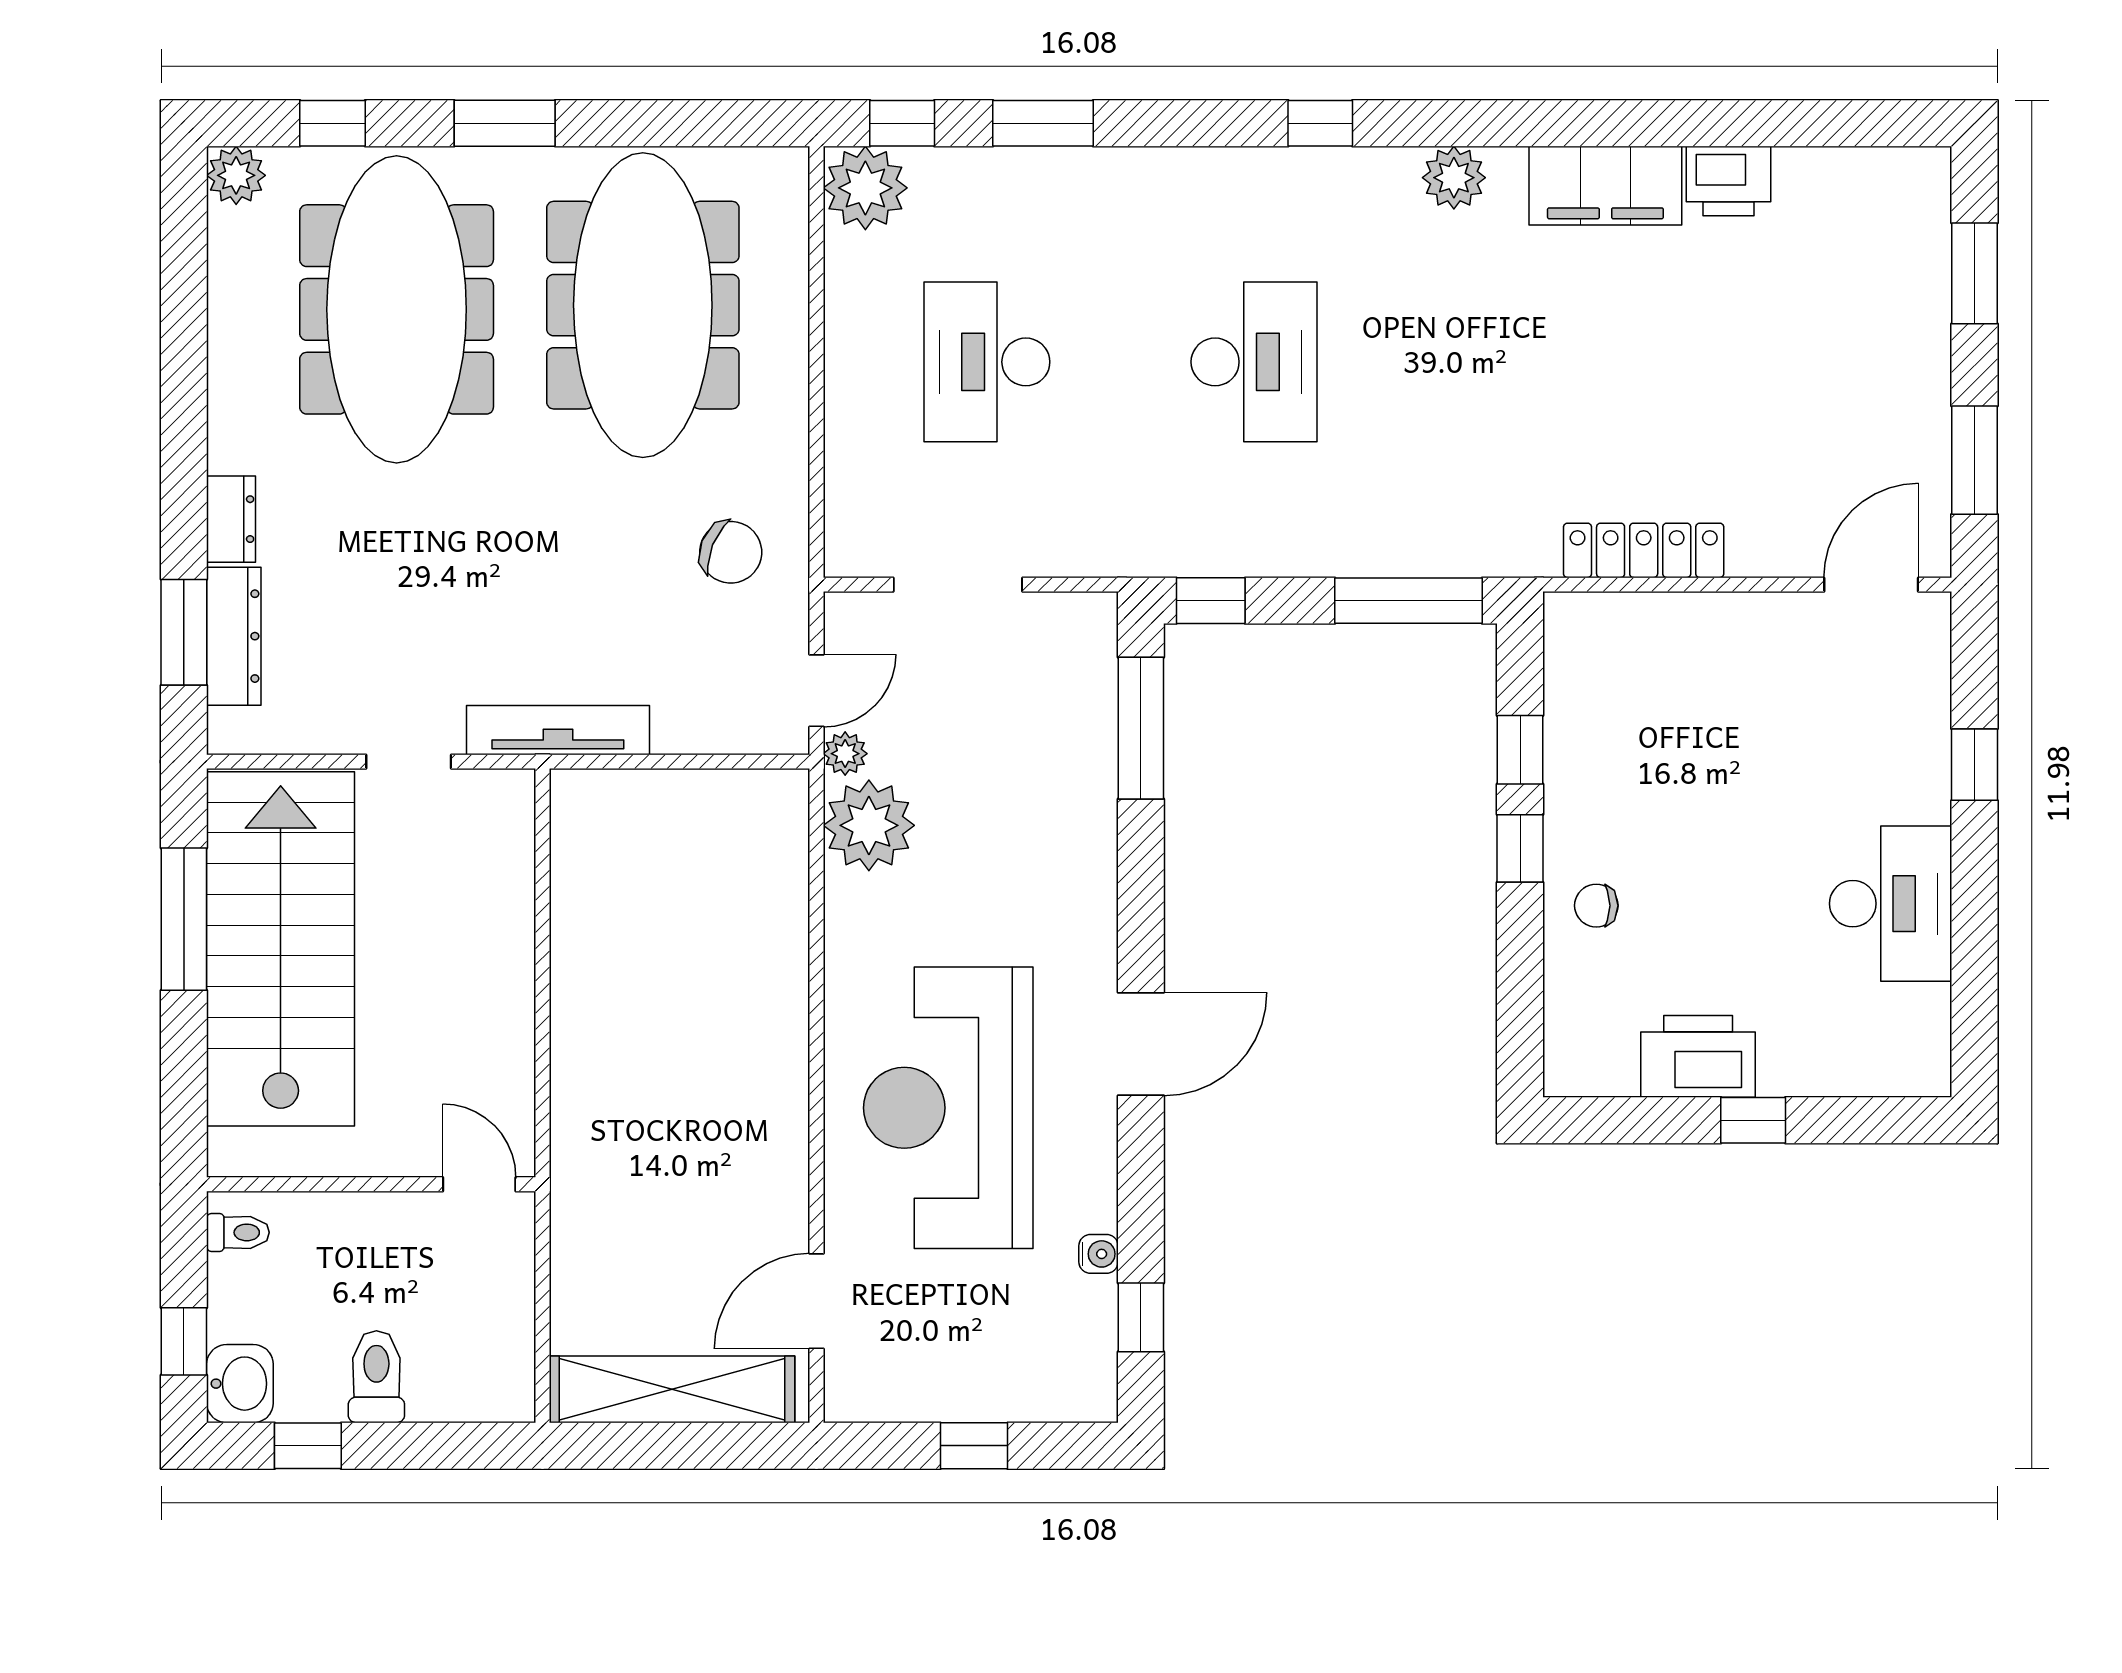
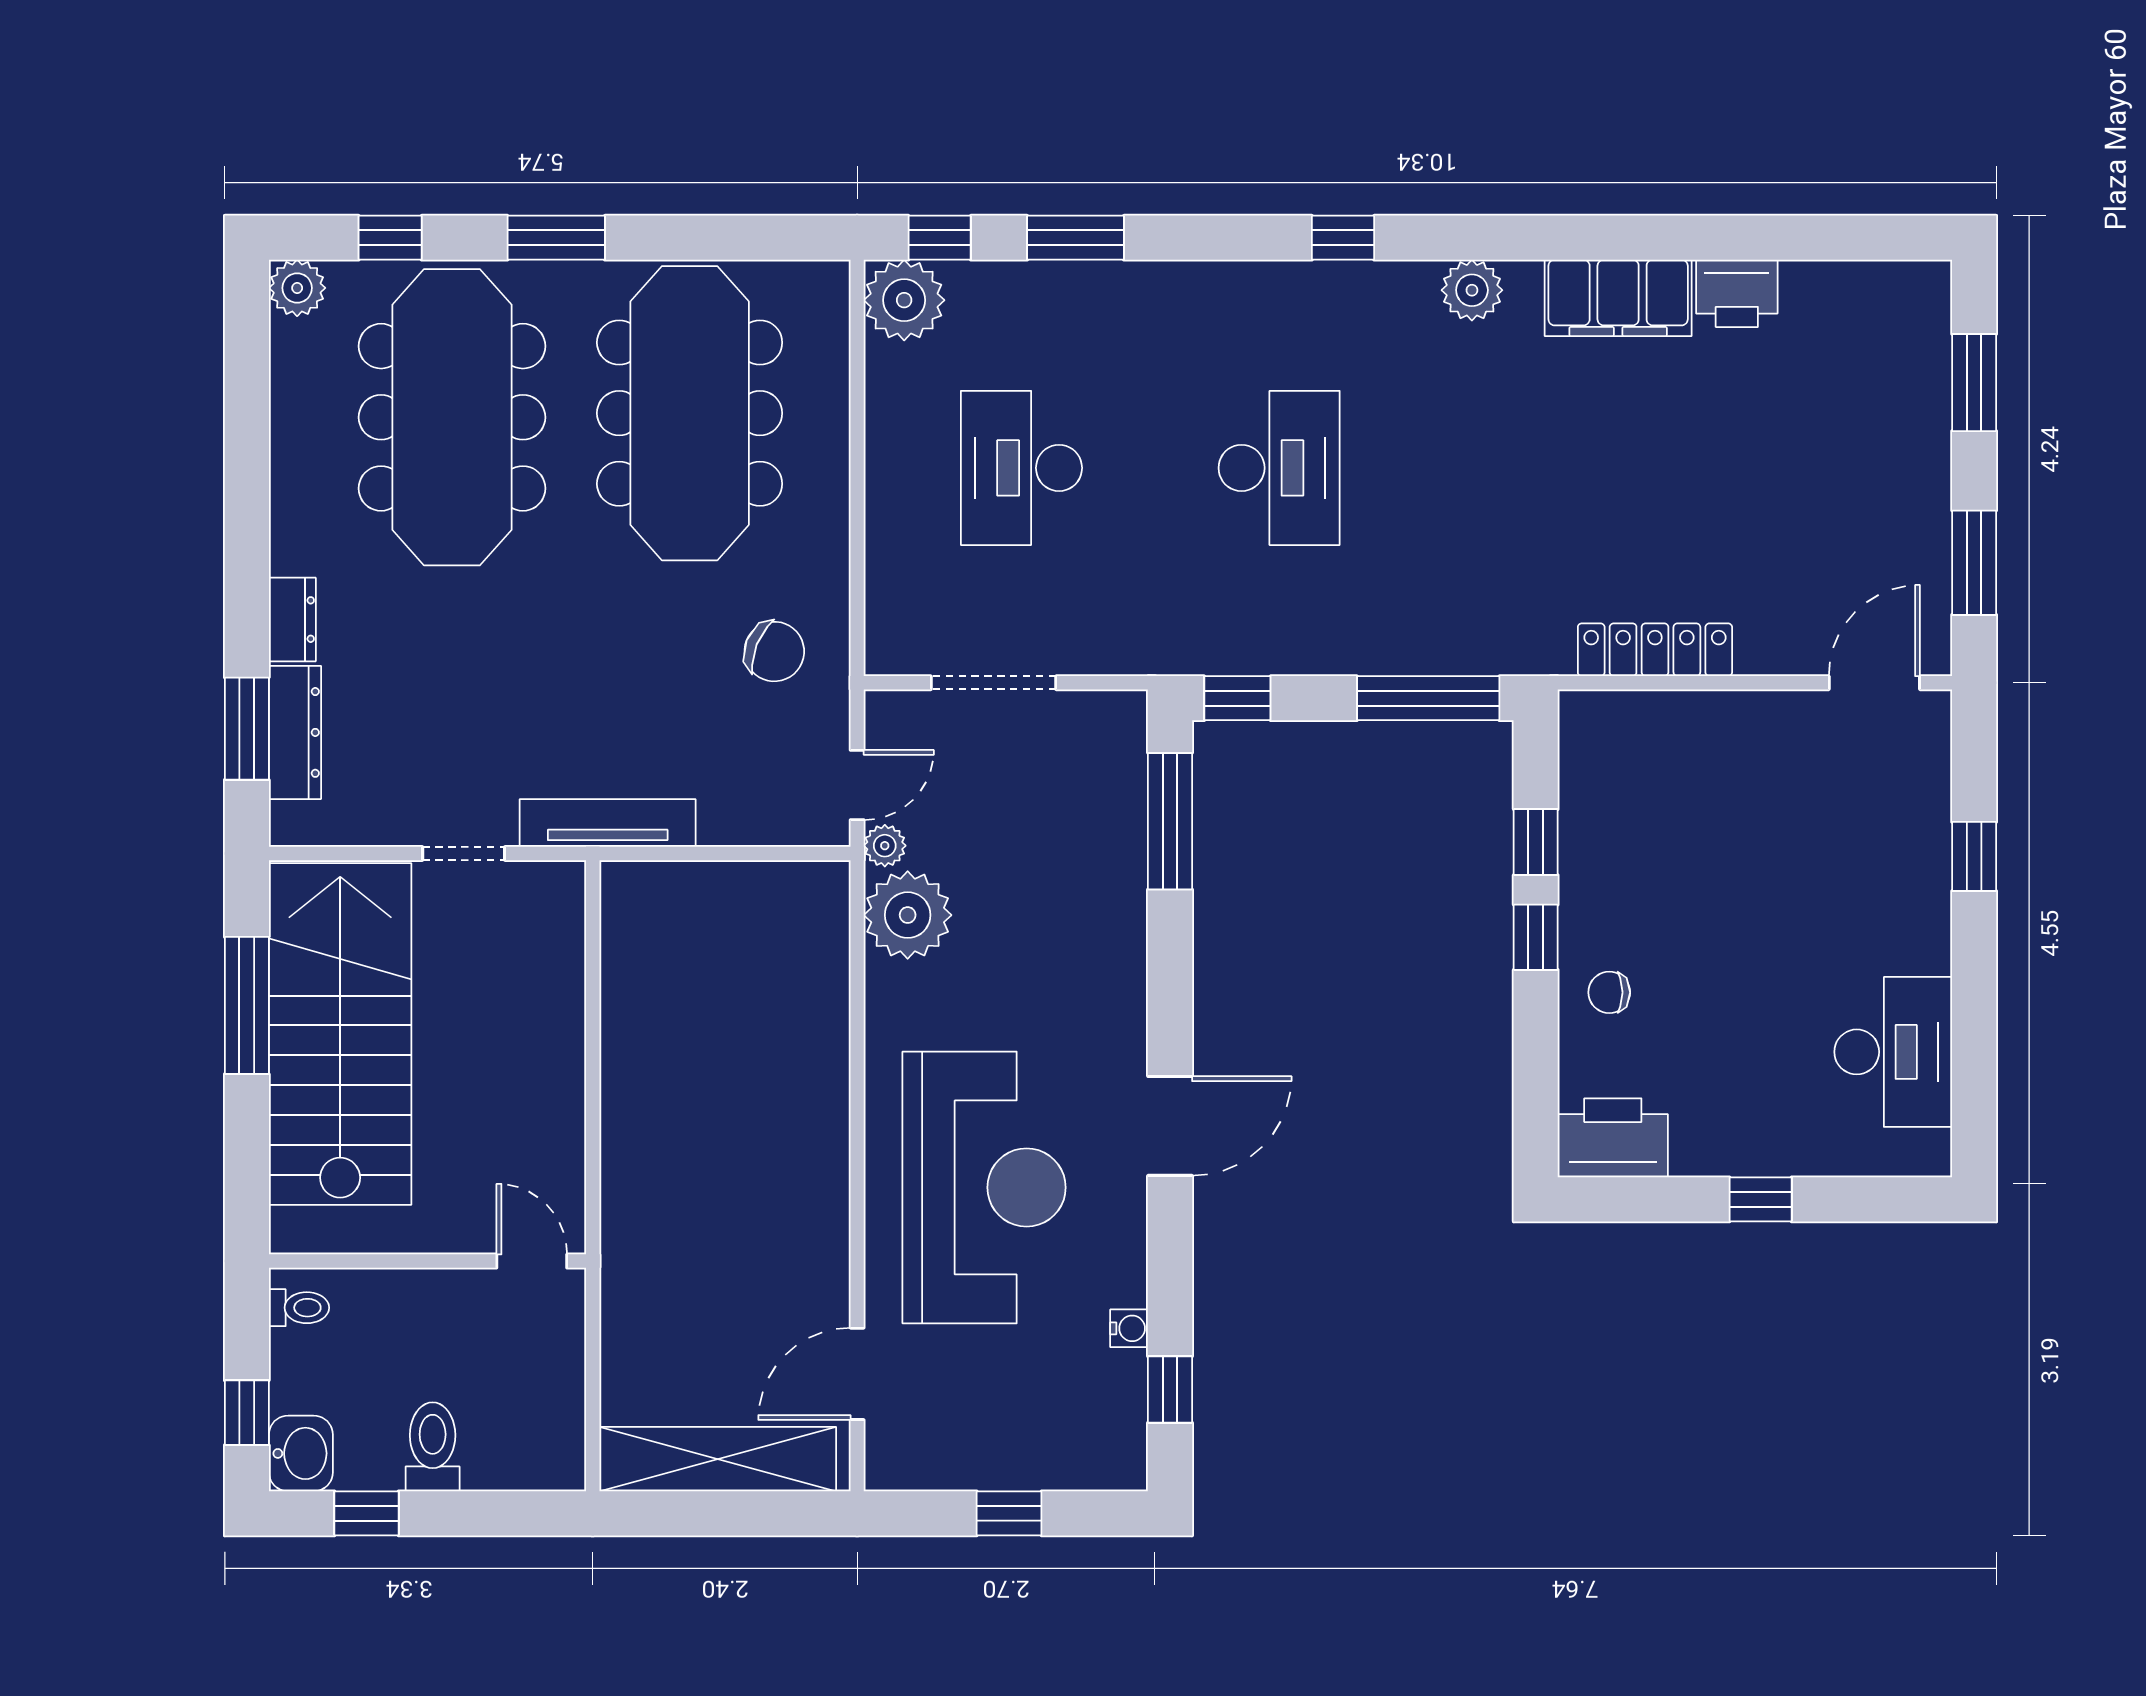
desk: (1891, 904) -> (1893, 1052), moved
printer: (1698, 1056) -> (1613, 1138), moved
reception desk: (948, 1108) -> (984, 1187), turned 180

